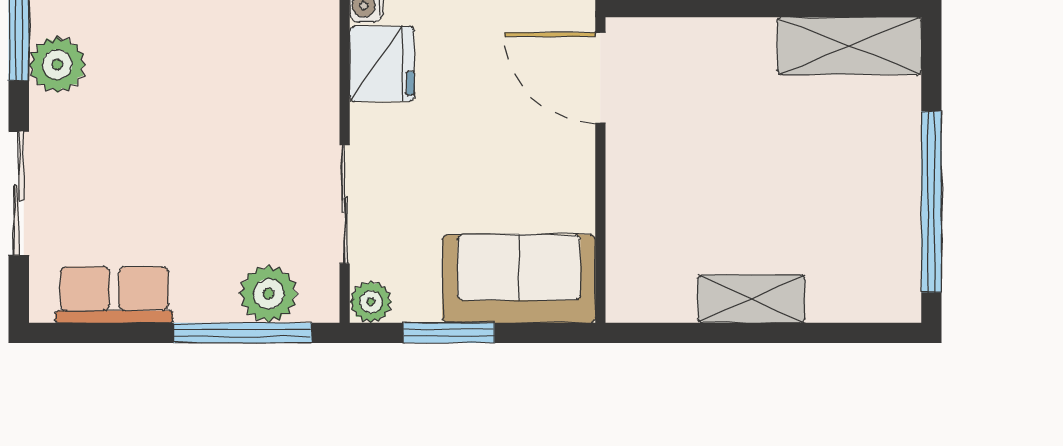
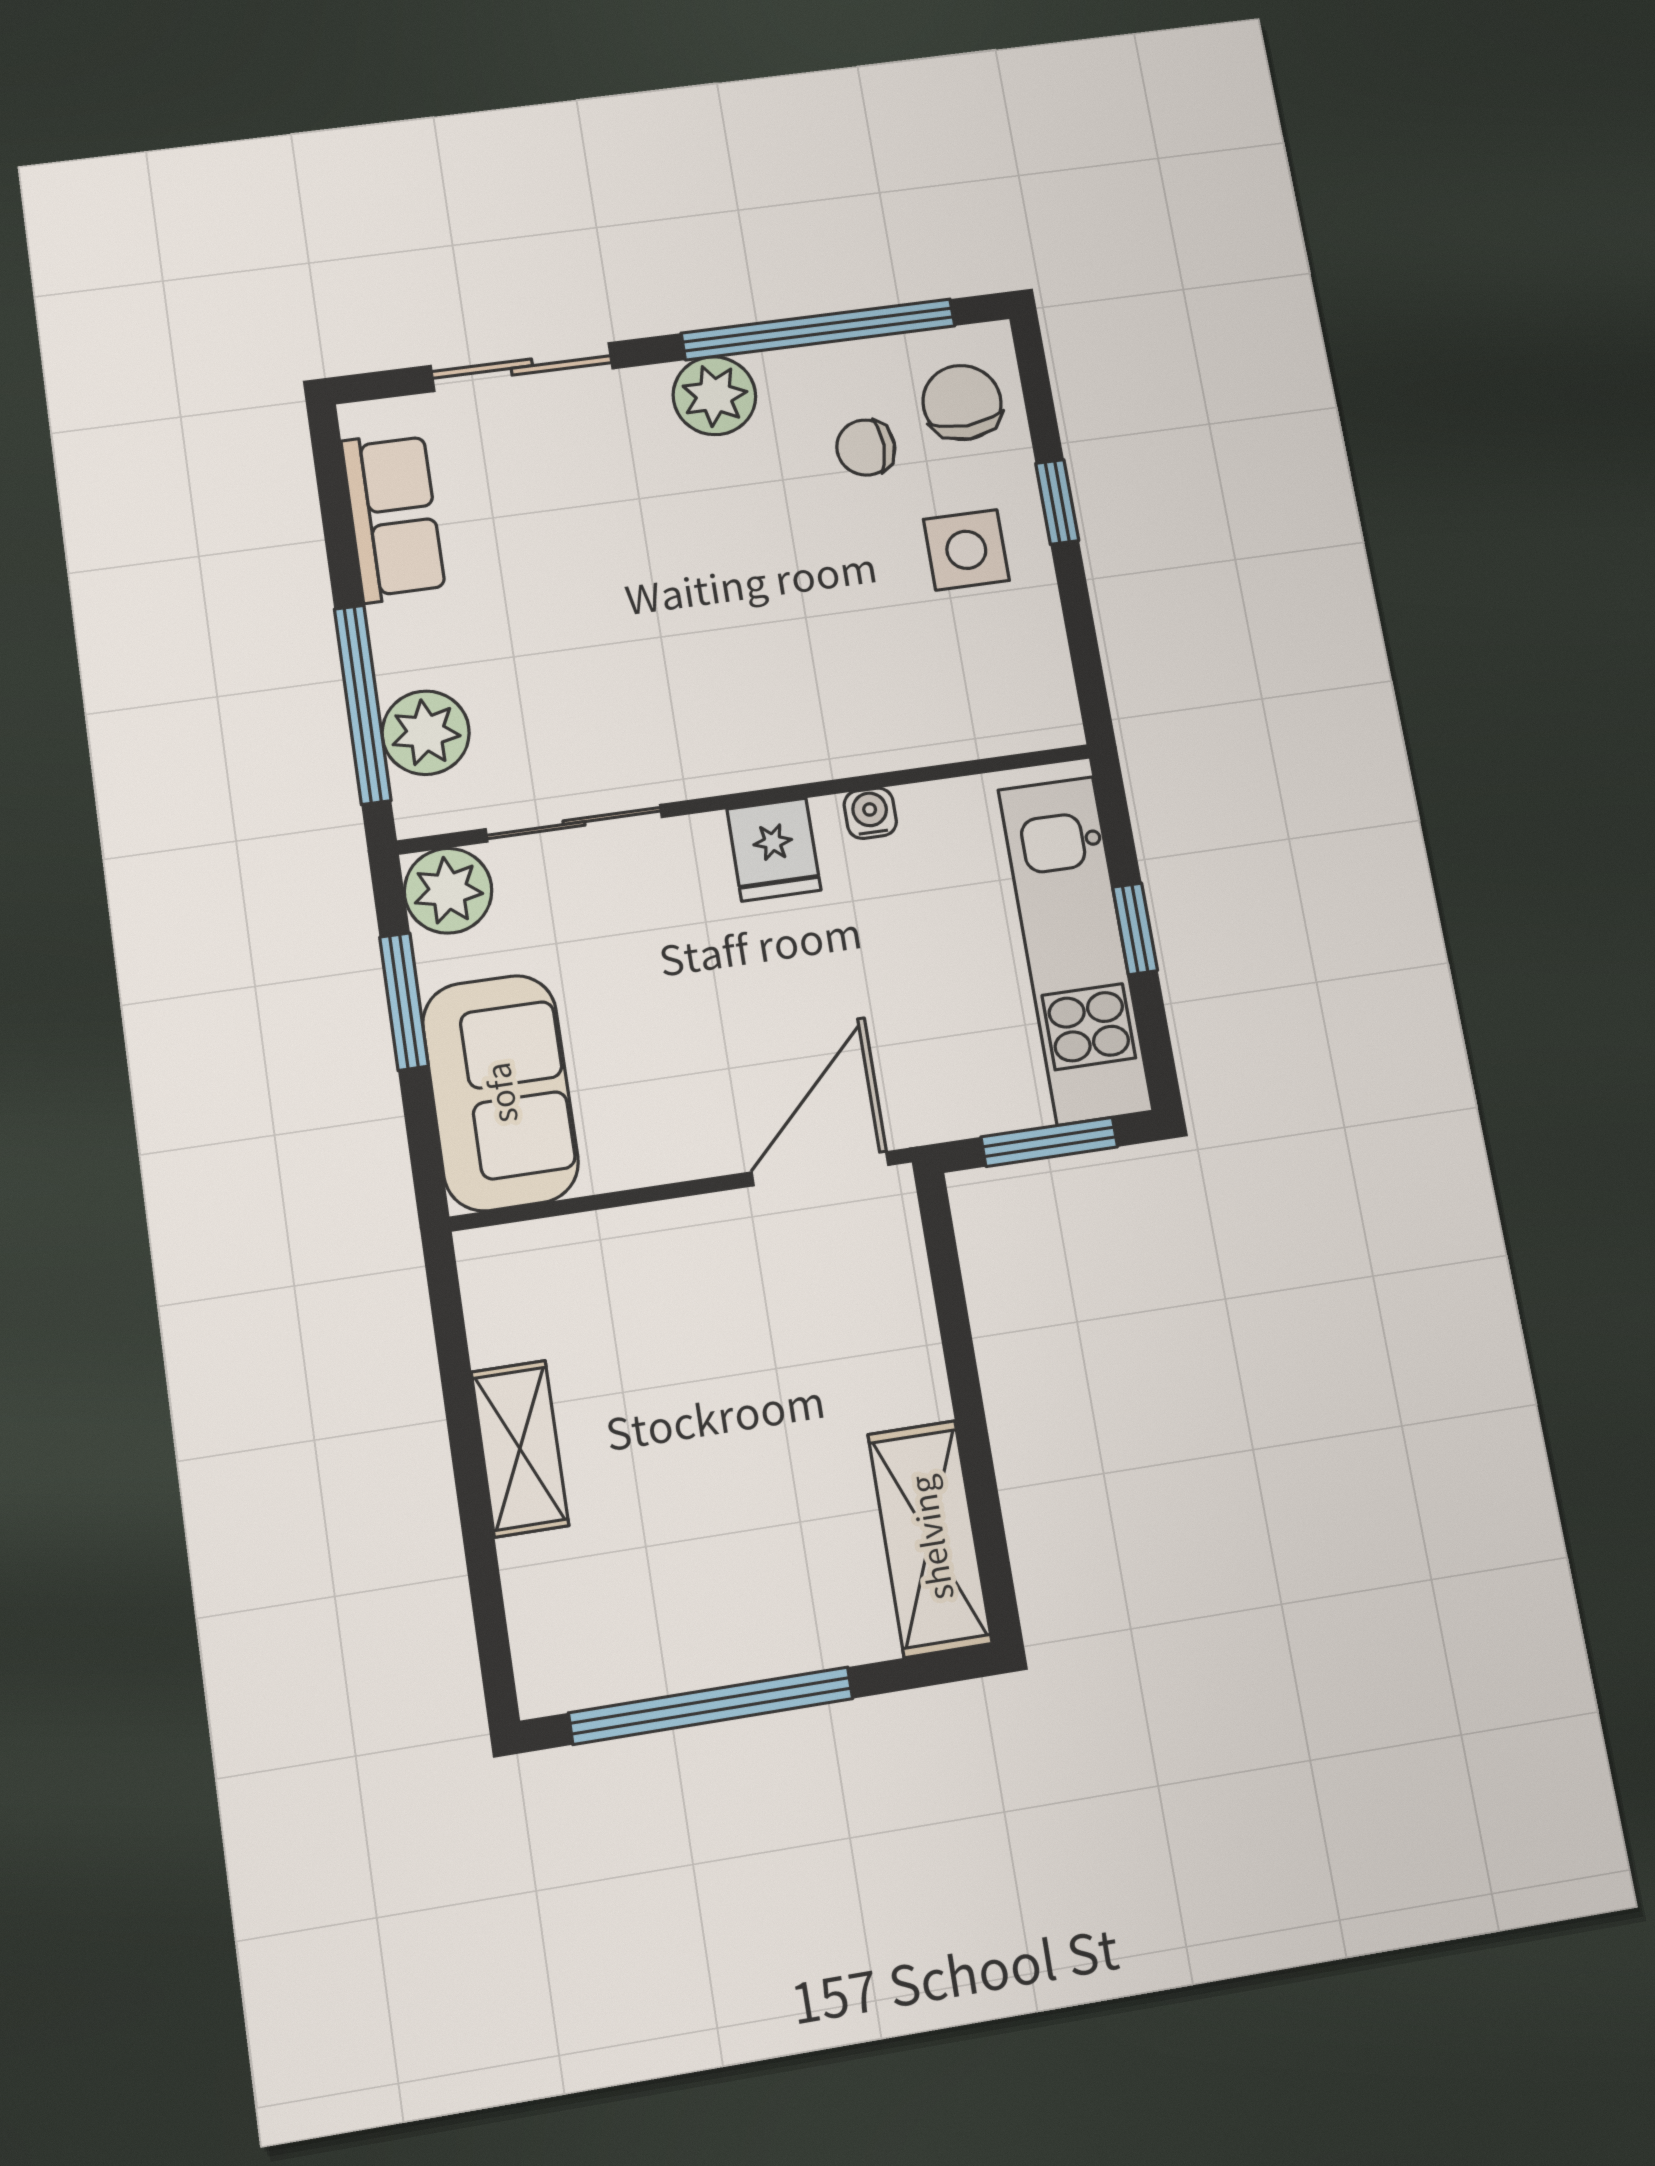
fridge: (382, 64) -> (774, 850), width x0.72
plant: (371, 302) -> (448, 891), width x1.38, depth x1.38

